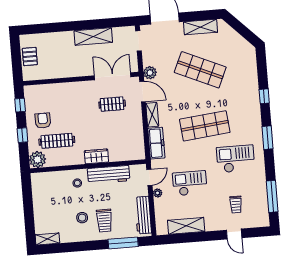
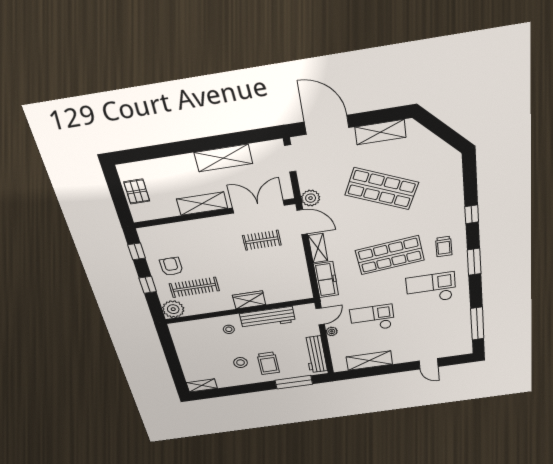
shelving: (74, 70) -> (202, 204), added
trolley: (236, 204) -> (444, 247), moved

